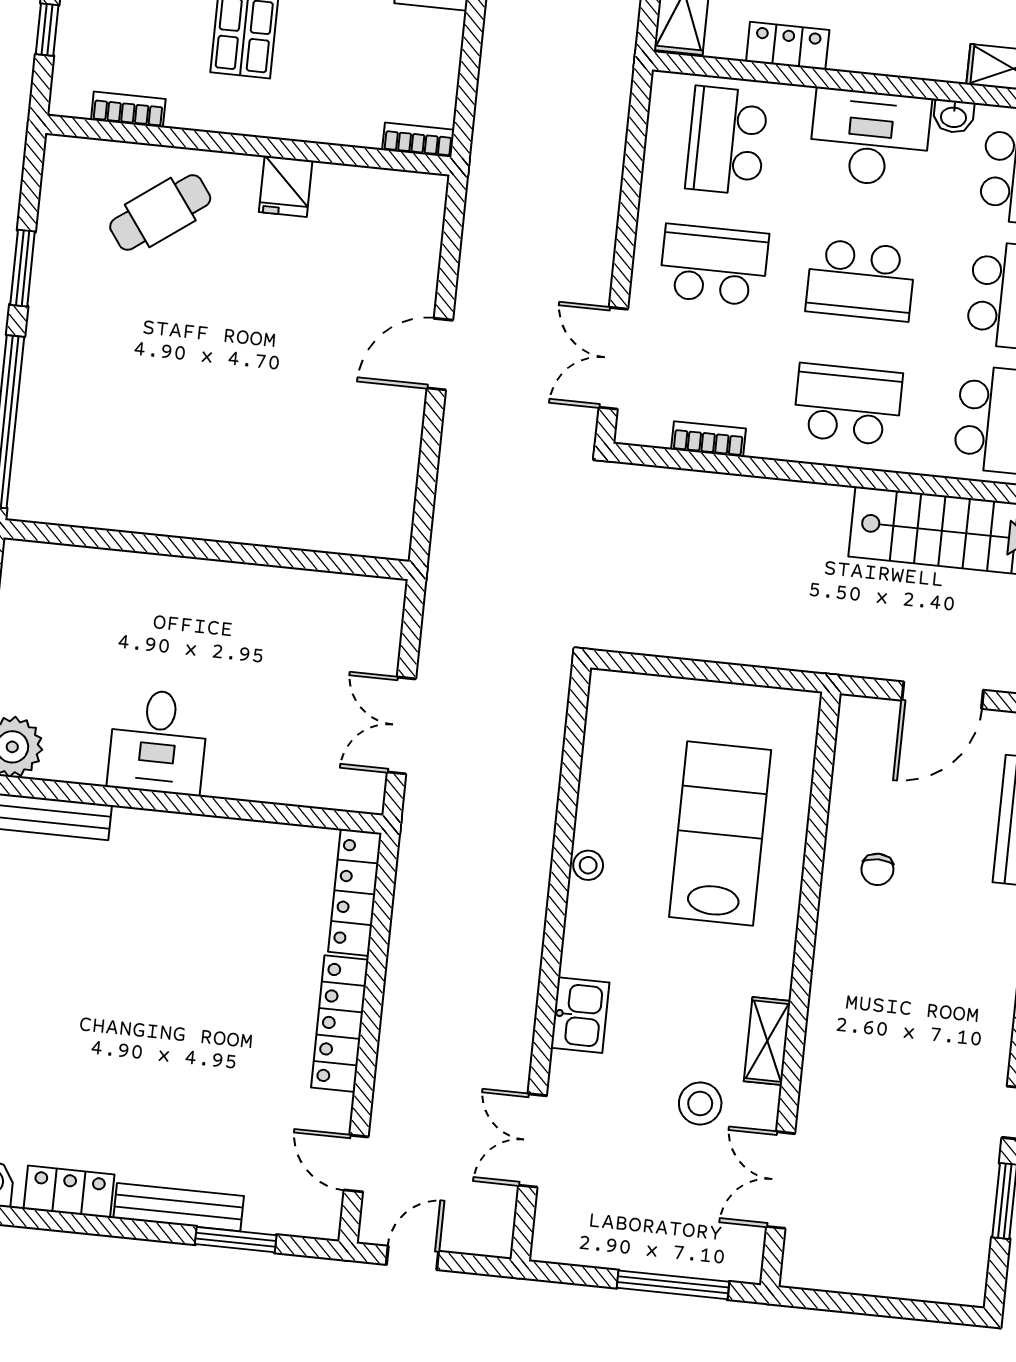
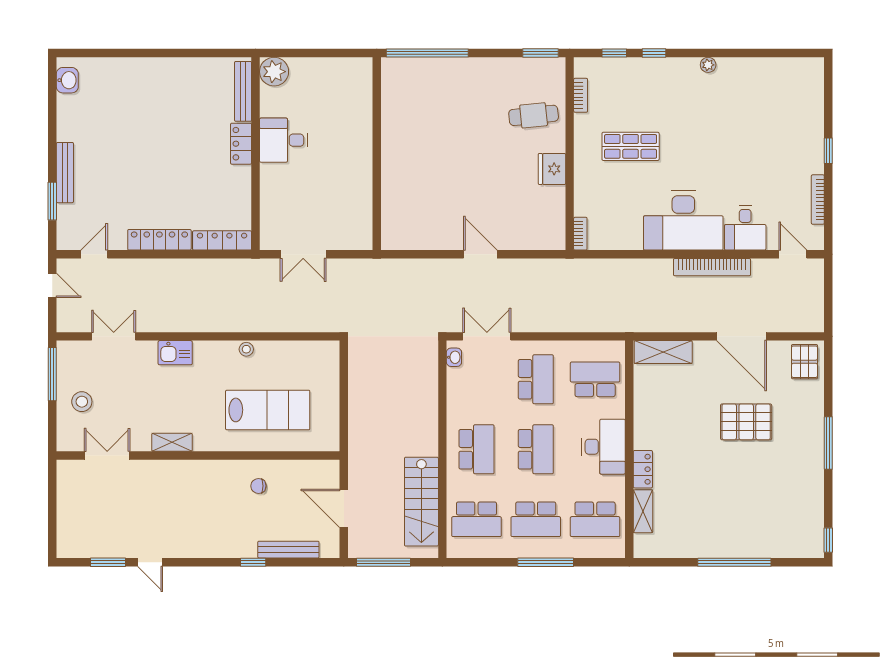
locker: (788, 46) -> (643, 469), moved
washbasin: (954, 116) -> (454, 357), moved, turned 180
fridge: (286, 186) -> (552, 169), width x1.38
cafe table: (160, 212) -> (534, 115), turned -60
window: (23, 268) -> (540, 53), moved
school desk: (861, 280) -> (536, 449), turned 180
bookcase: (709, 439) -> (453, 385), removed
double door: (401, 725) -> (303, 254), swing flipped
stool: (700, 1103) -> (82, 402), moved
locker: (69, 1192) -> (241, 144), moved, turned 180
window: (673, 1285) -> (52, 374), moved

